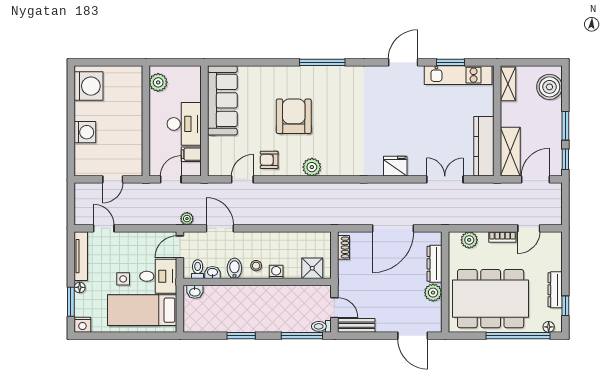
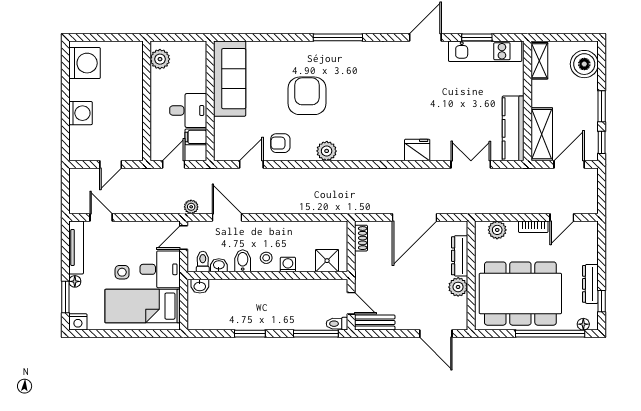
desk: (184, 124) -> (188, 110), width x0.73

